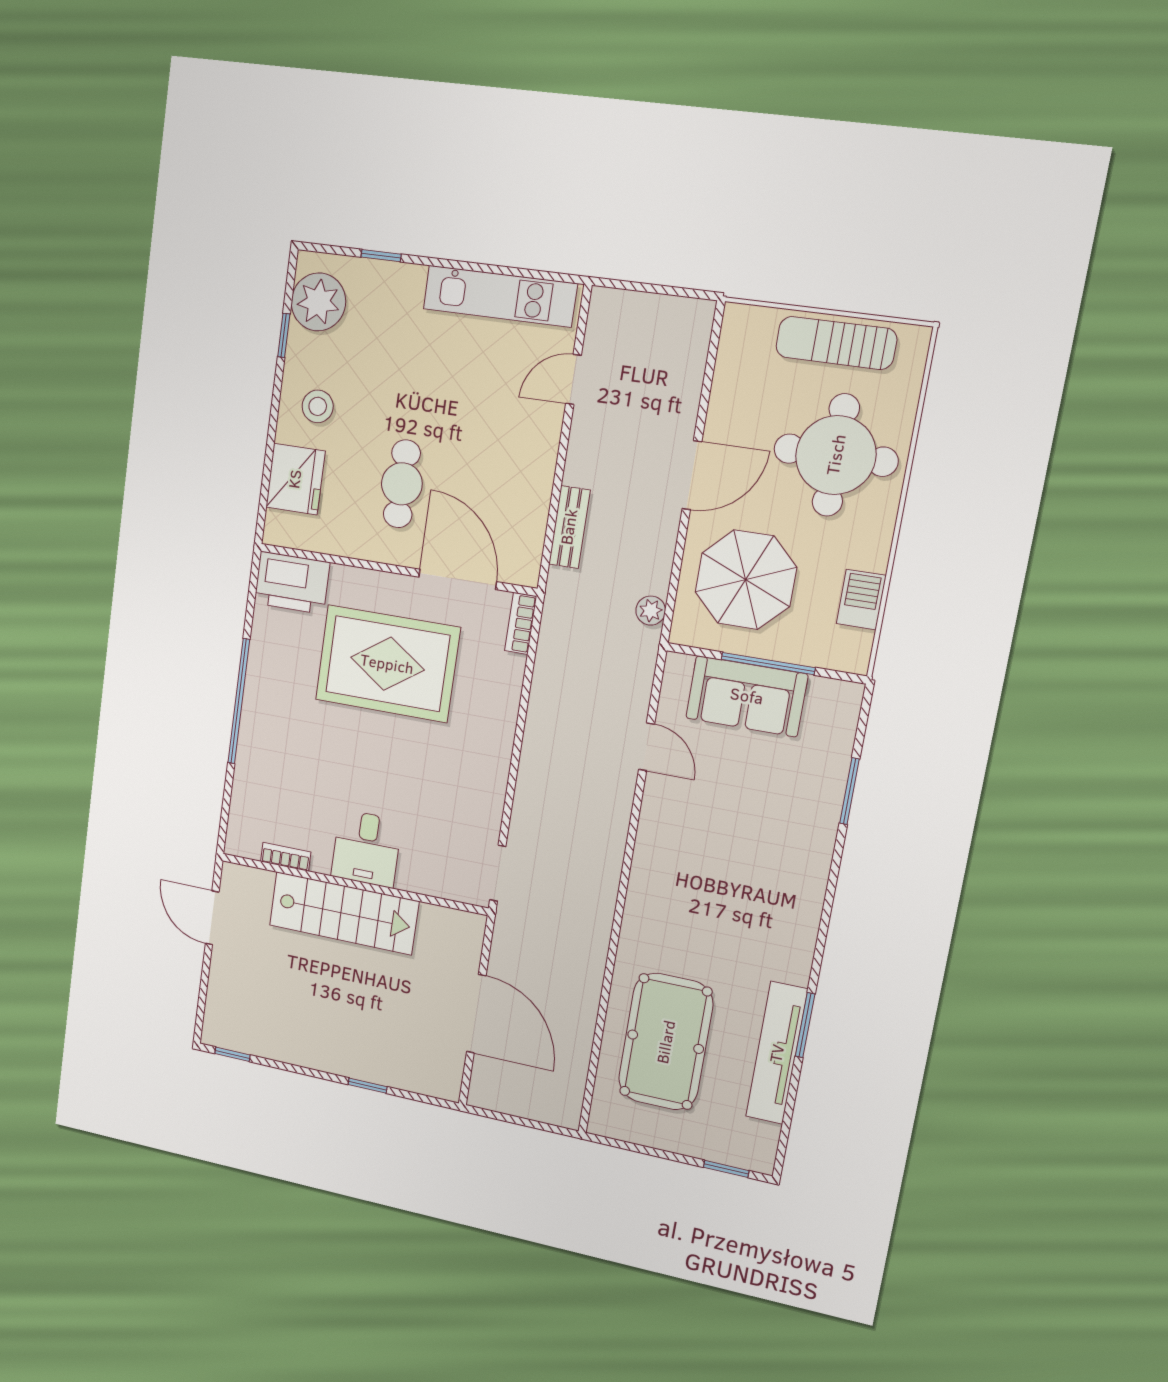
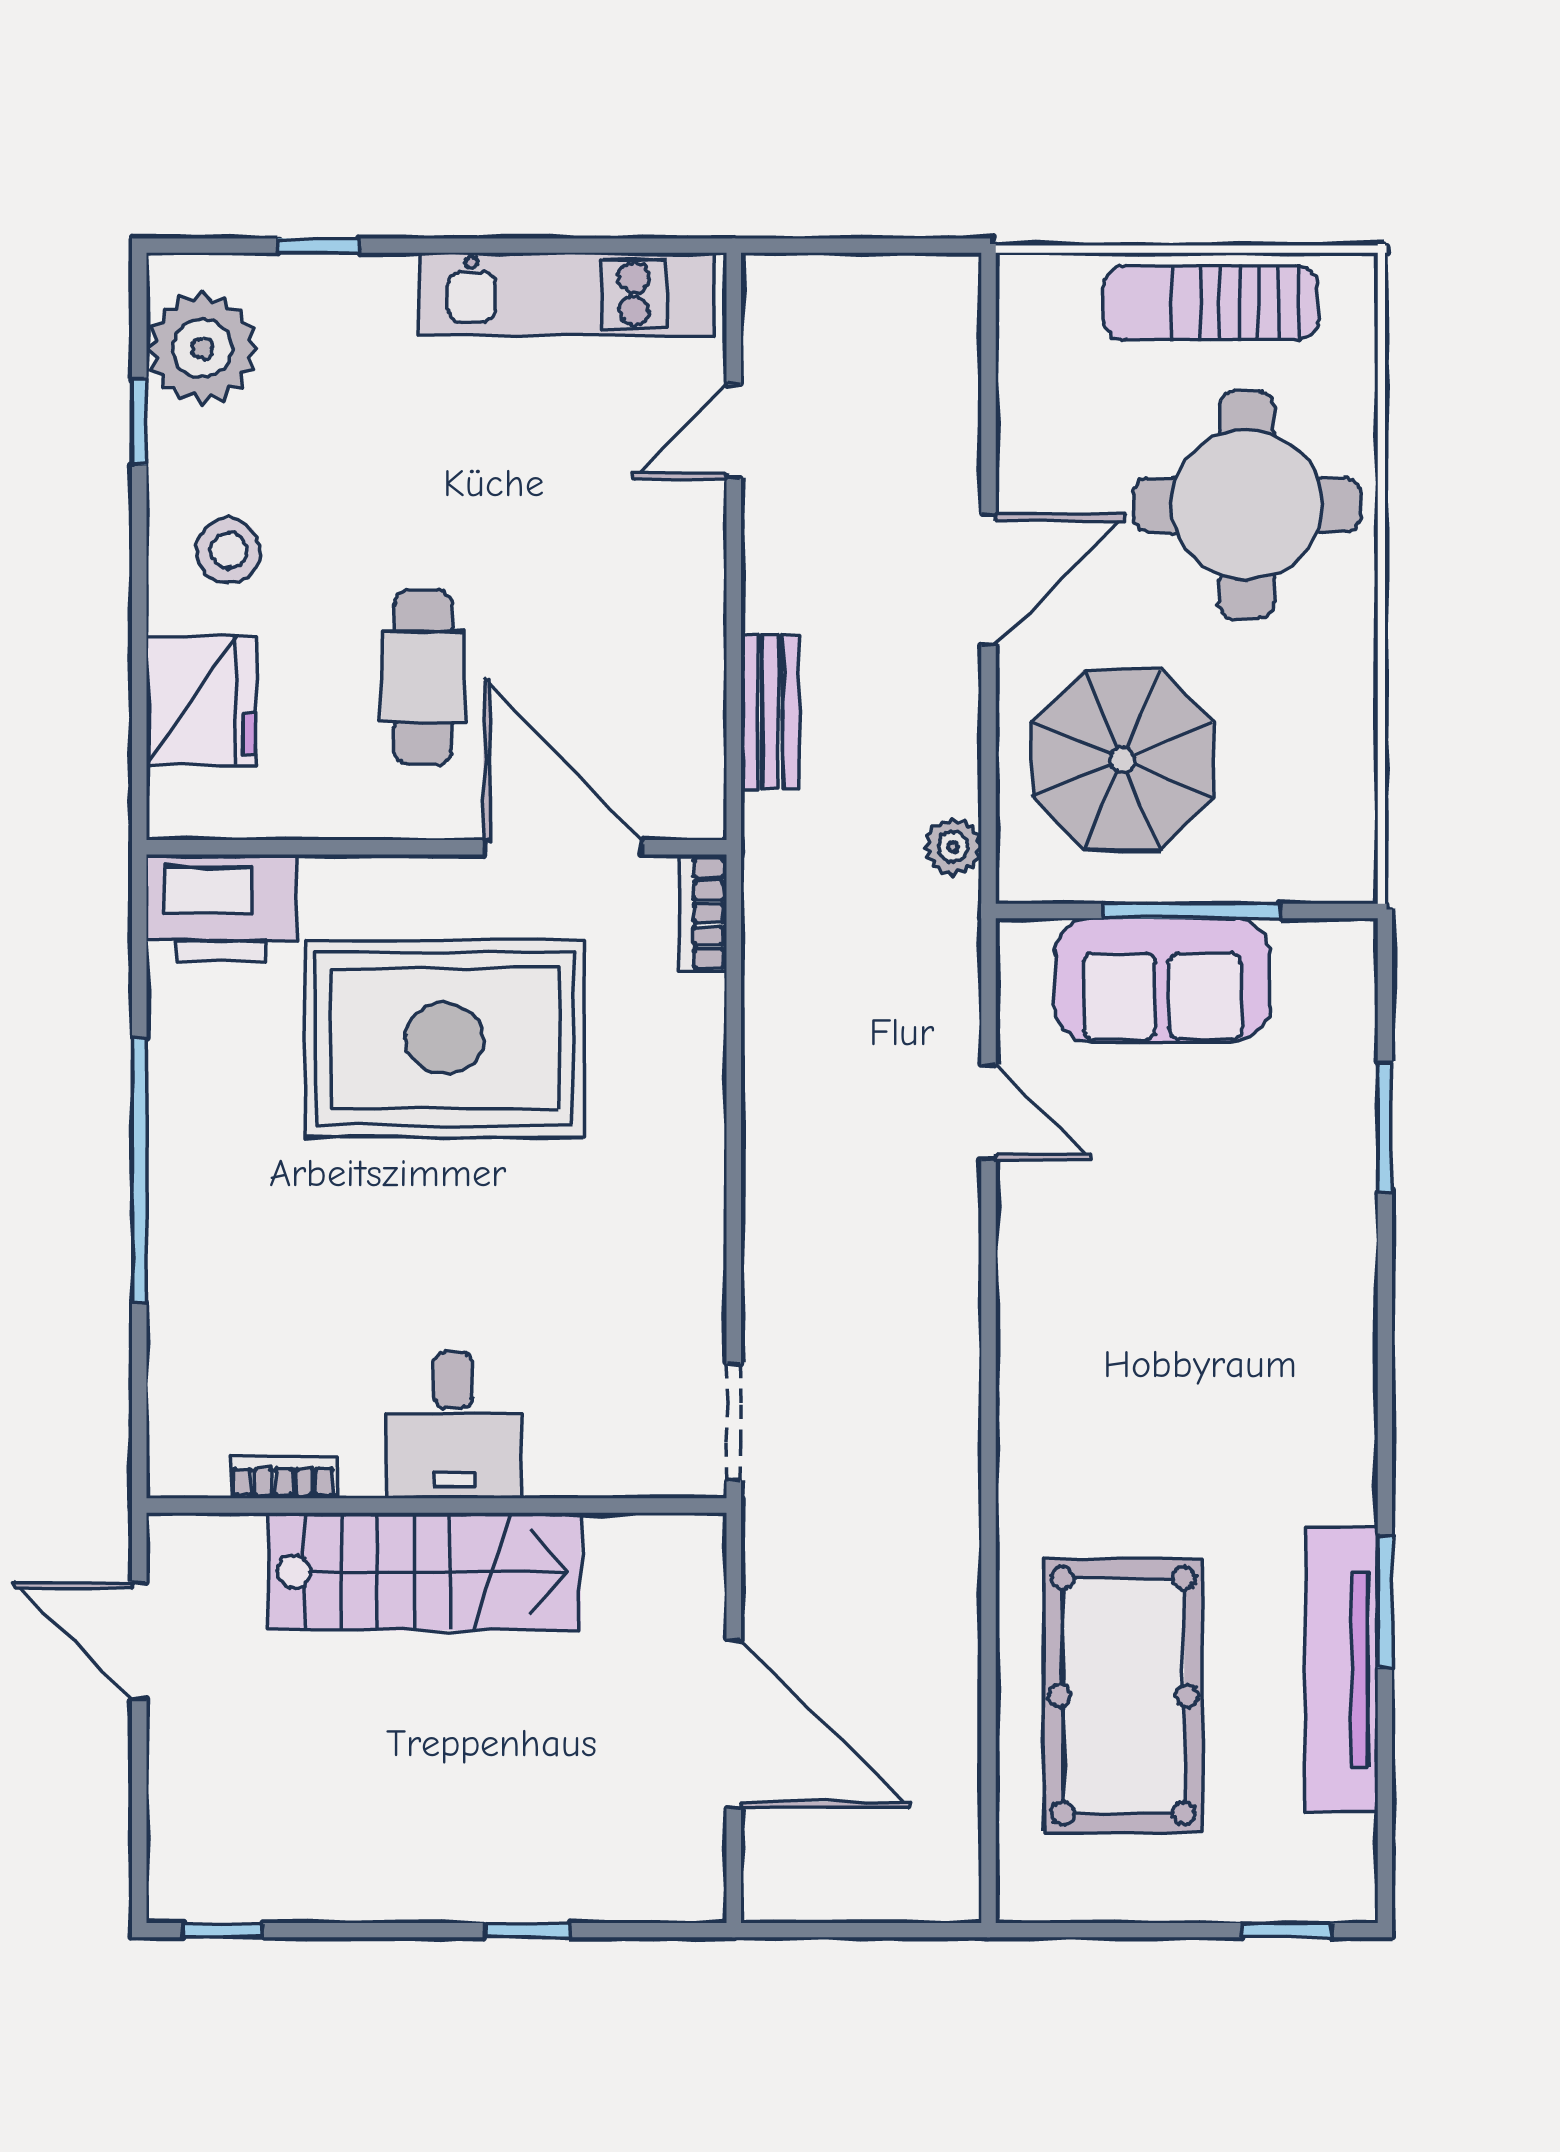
barbecue: (861, 600) -> (1341, 763), removed

